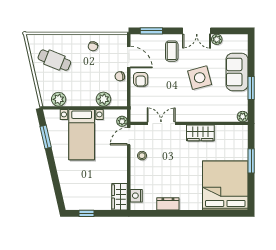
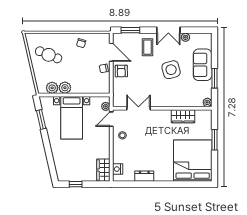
plant: (103, 99) -> (65, 88), moved
wardrobe: (200, 133) -> (183, 116), moved

